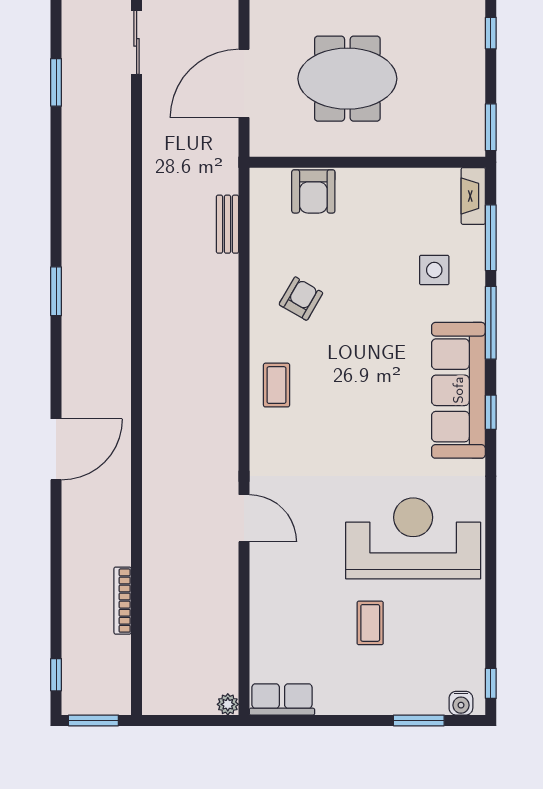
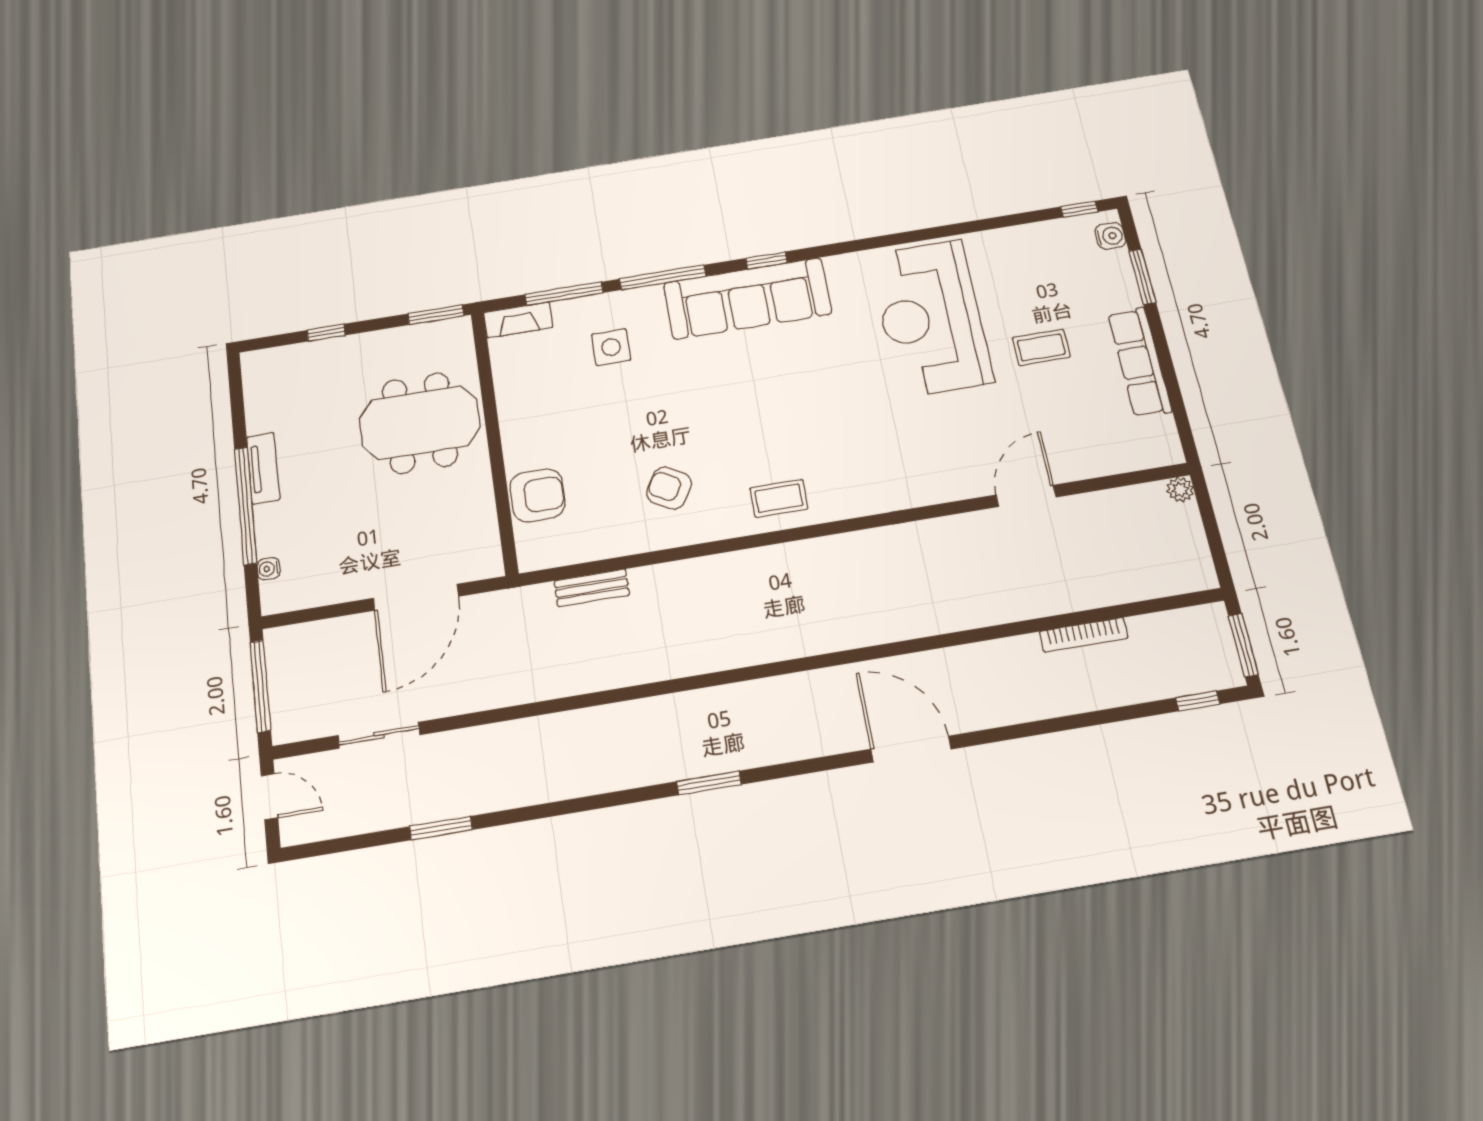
meeting table: (347, 79) -> (420, 423), moved, turned 90
door: (244, 83) -> (416, 597), hinge flipped
door: (244, 518) -> (1026, 496), moved
row of seats: (282, 699) -> (1140, 362), moved, width x1.48

